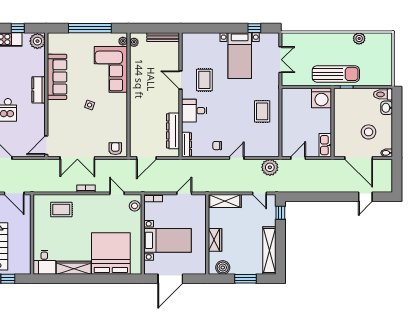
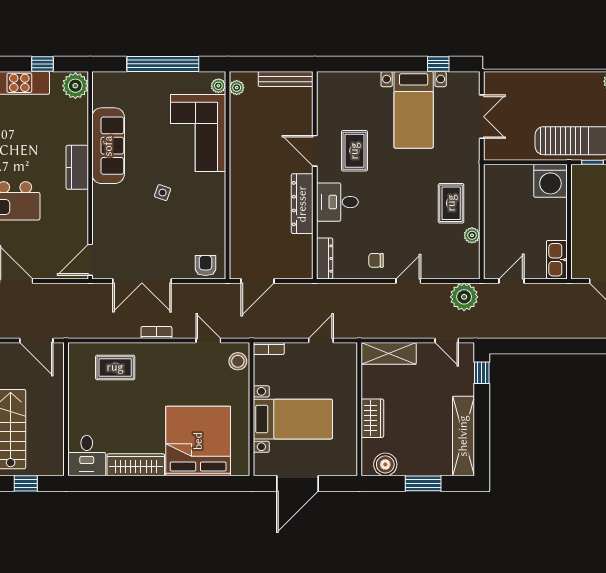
dresser: (173, 131) -> (302, 204), moved
plant: (275, 131) -> (472, 235), added

